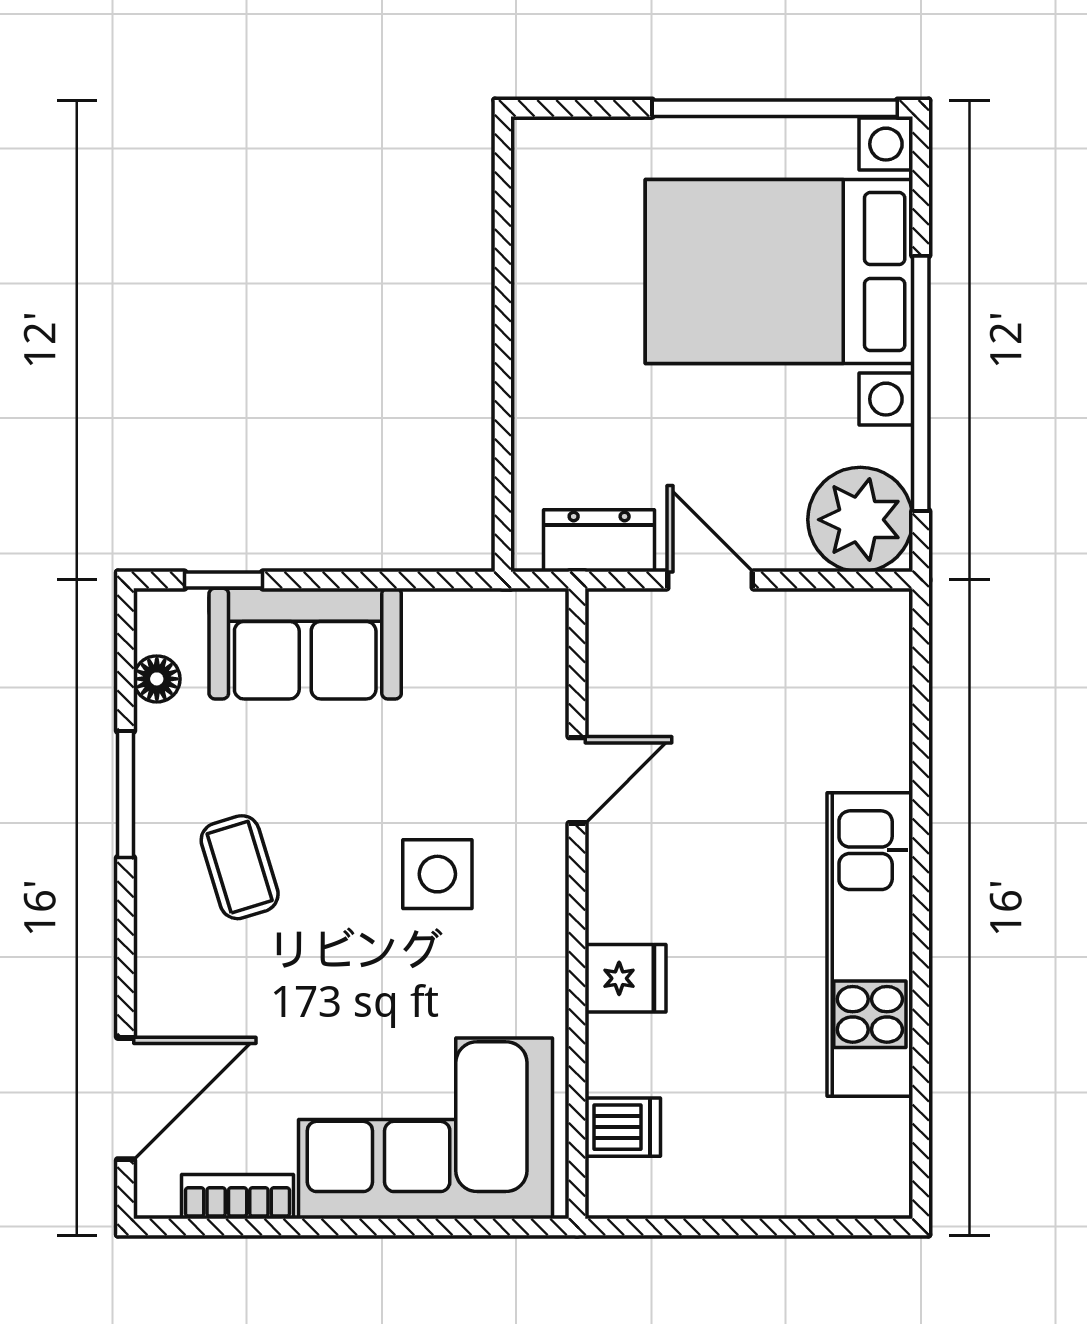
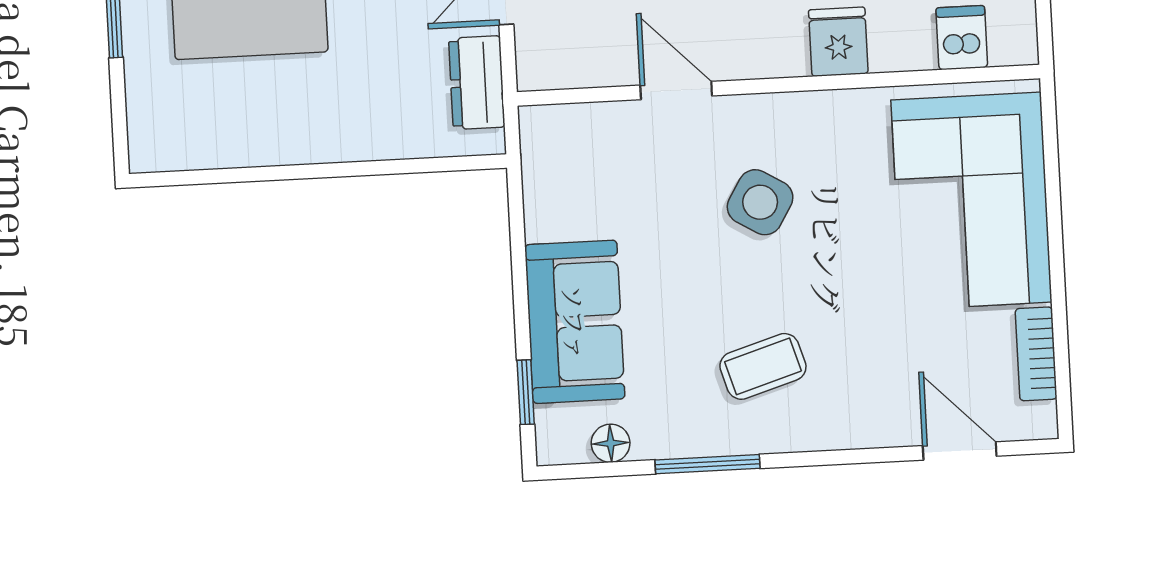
side table: (437, 874) -> (760, 202), turned 31
door: (125, 1099) -> (960, 451), width x0.73

